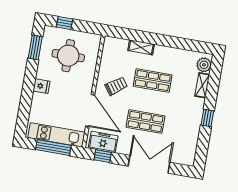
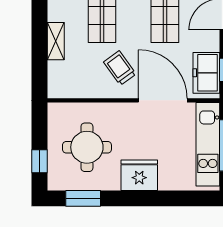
fridge: (41, 86) -> (139, 175), width x1.88, depth x1.34
door: (90, 110) -> (163, 100), hinge flipped

